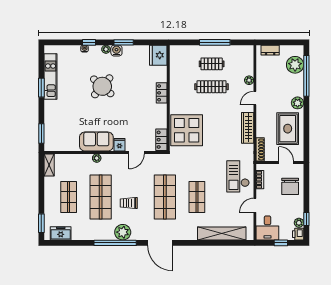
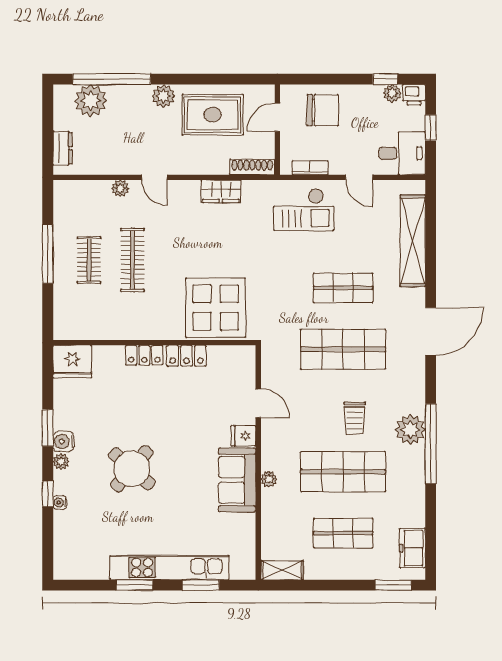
kitchen unit: (50, 77) -> (169, 567), moved, width x1.36
wardrobe: (248, 128) -> (221, 191), width x0.67
window: (41, 133) -> (201, 585), moved
locker: (161, 140) -> (187, 356), moved
door: (160, 243) -> (431, 331), moved

